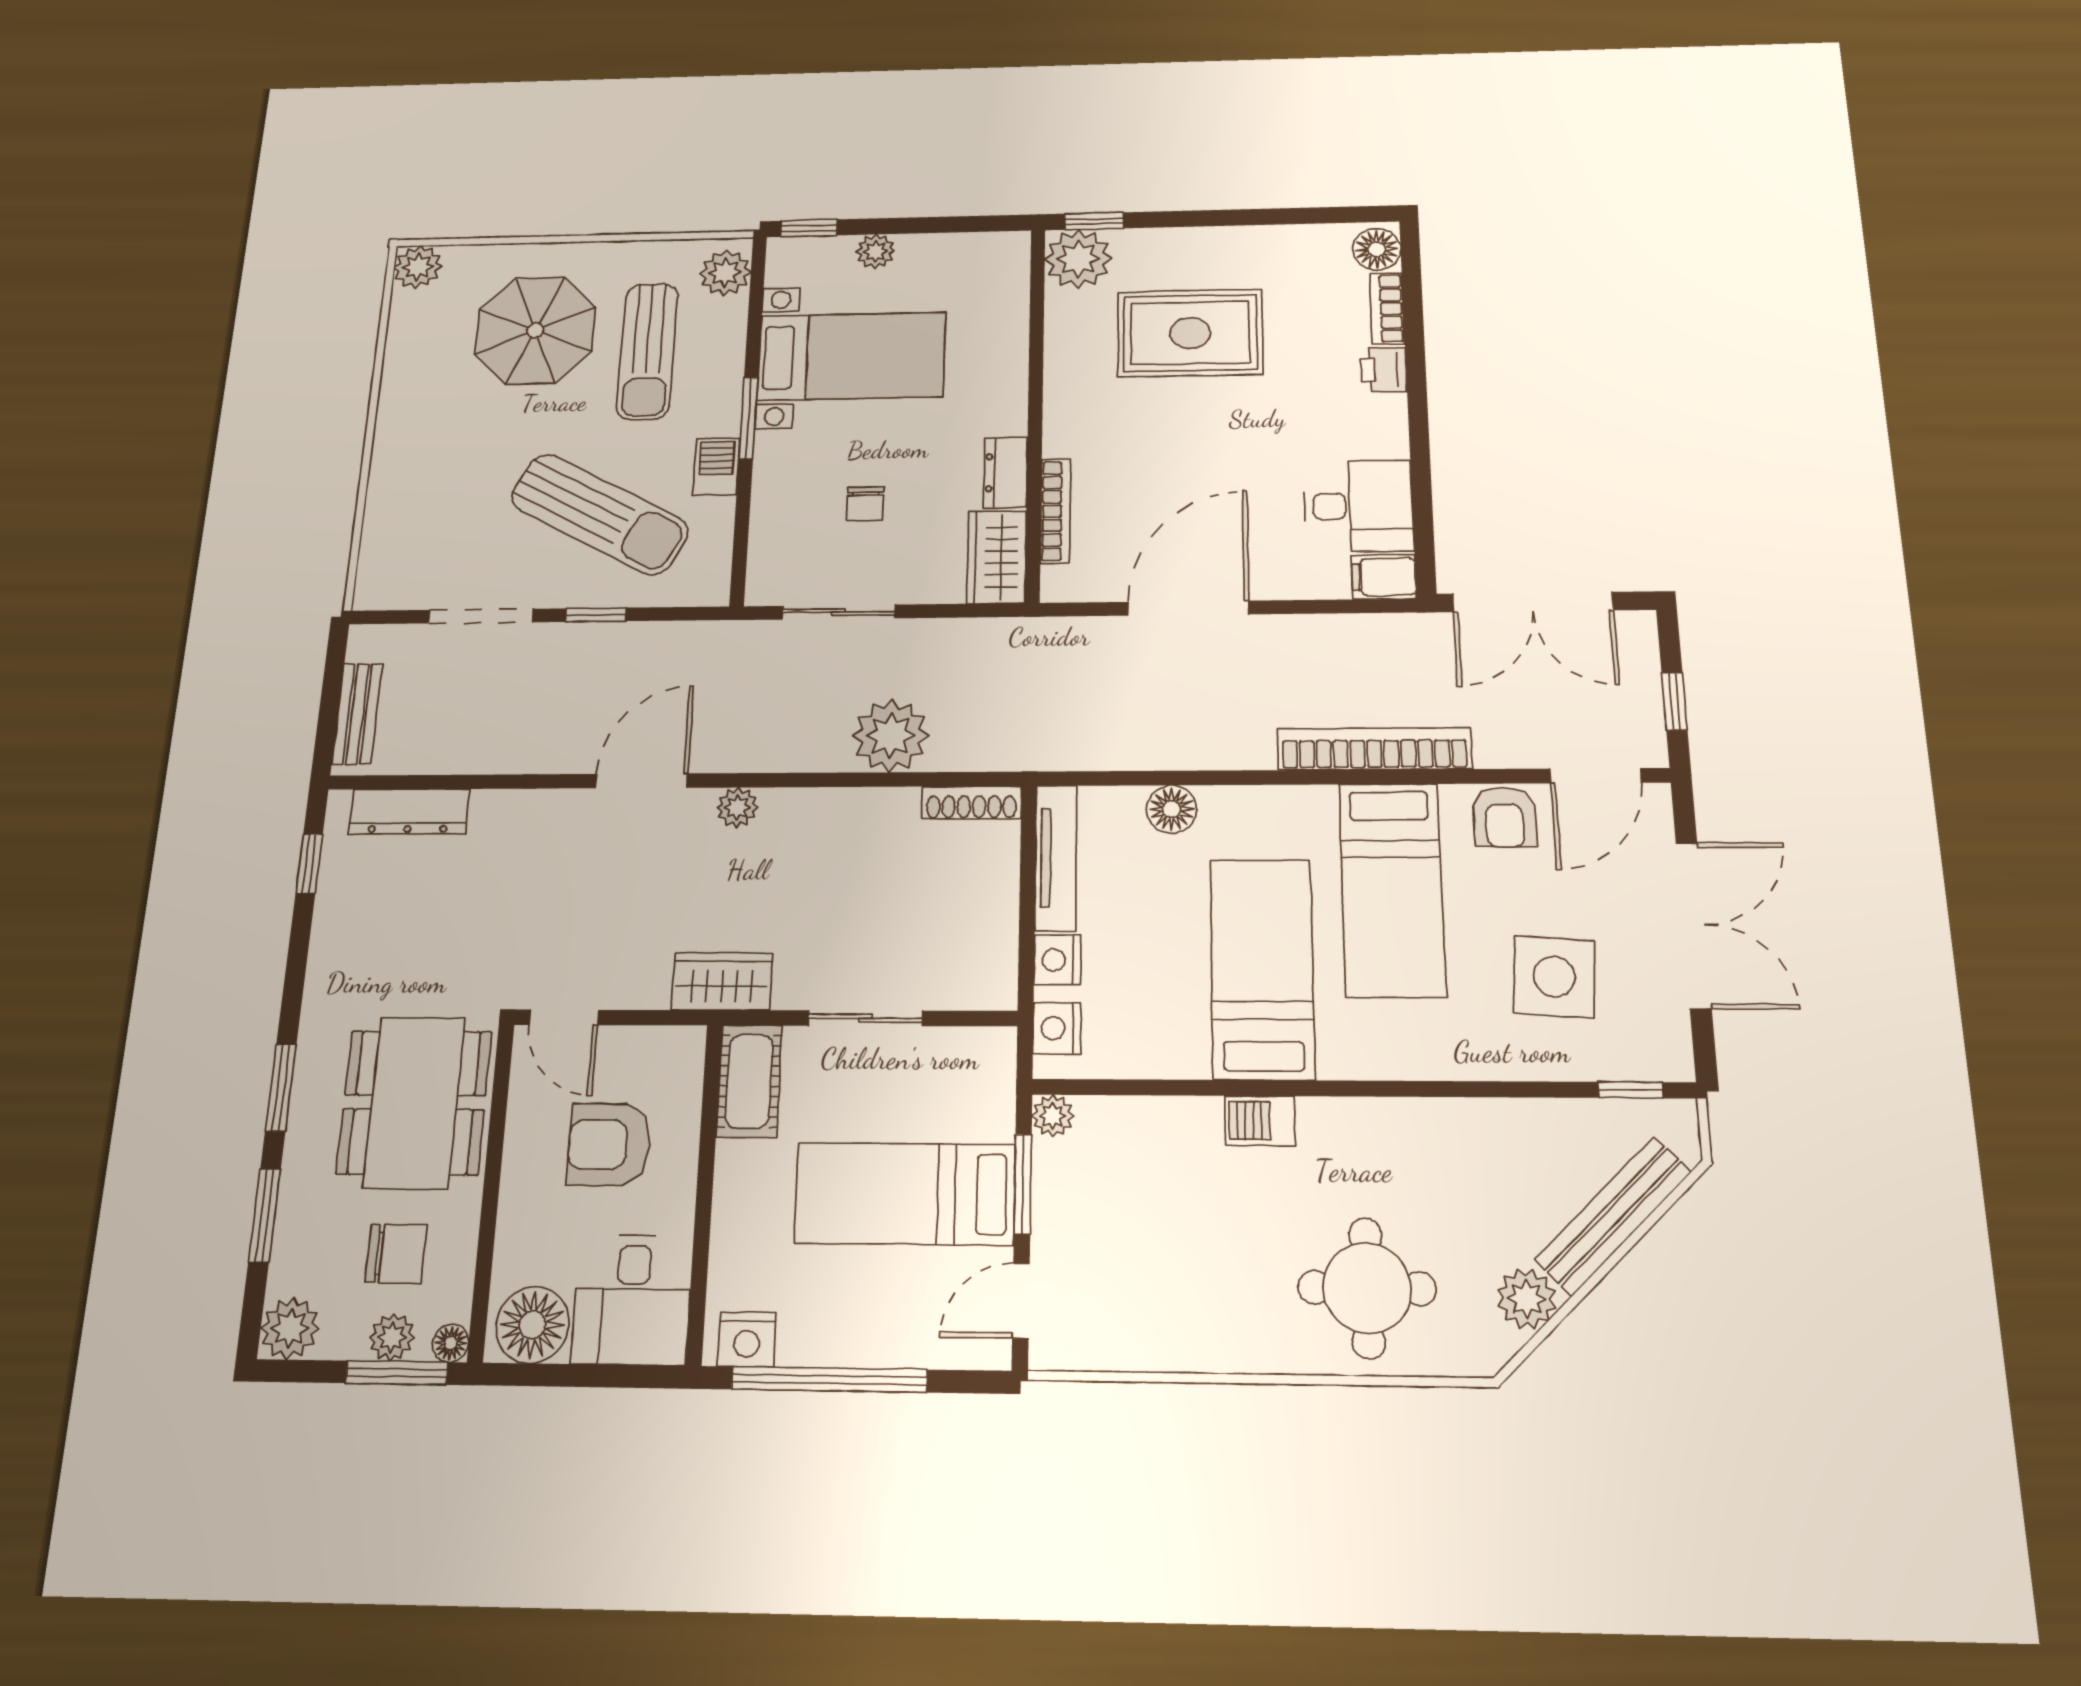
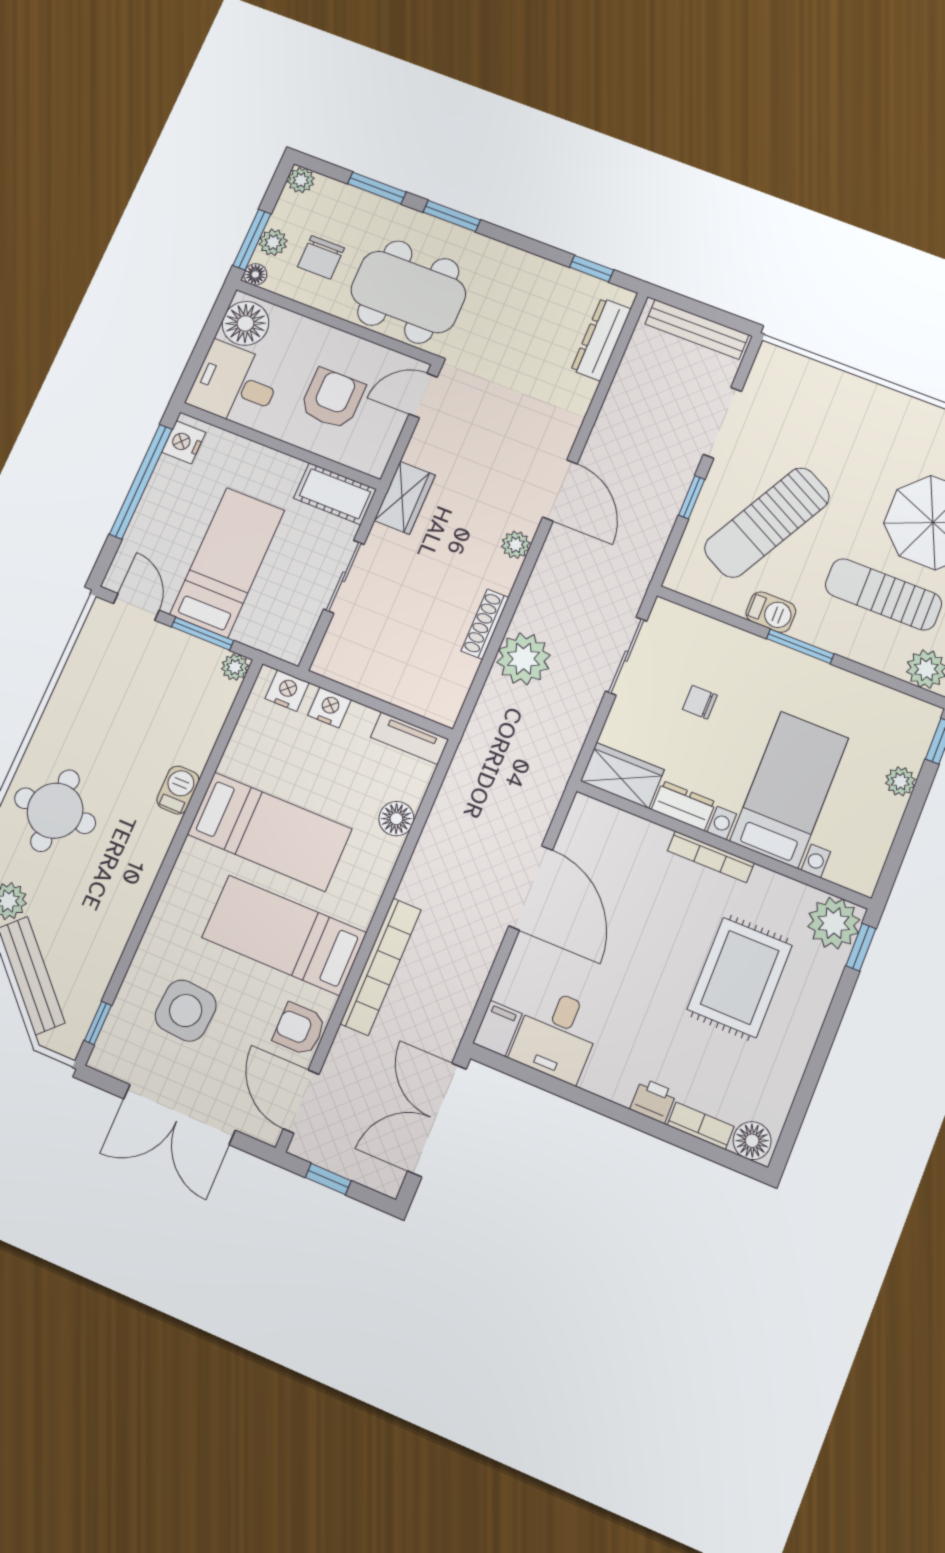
bed with nightstands: (852, 356) -> (789, 790), moved, turned 180
bookcase: (1055, 511) -> (711, 857), moved
bench: (357, 714) -> (697, 329), width x1.36
shoe rack: (972, 803) -> (485, 624), moved
tv unit: (1056, 858) -> (410, 738), width x0.71
plant: (290, 1328) -> (301, 180), width x0.73, depth x0.73

